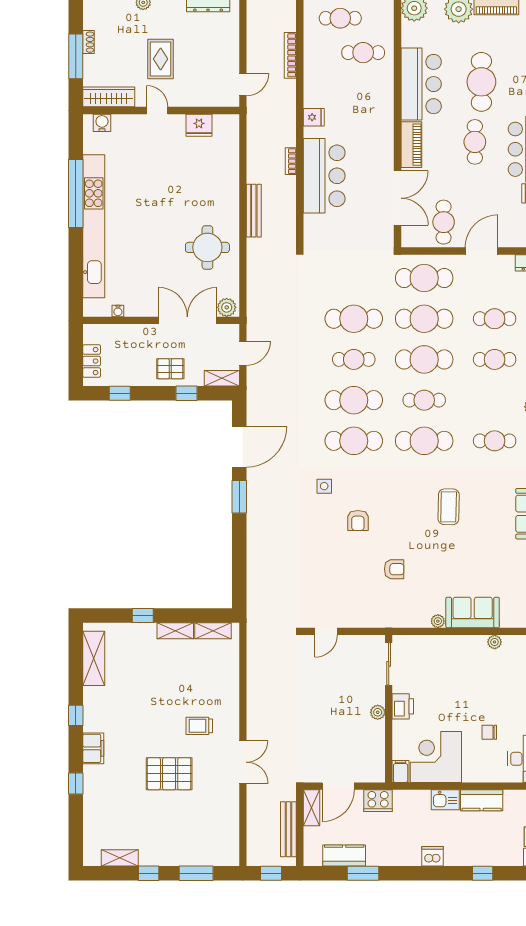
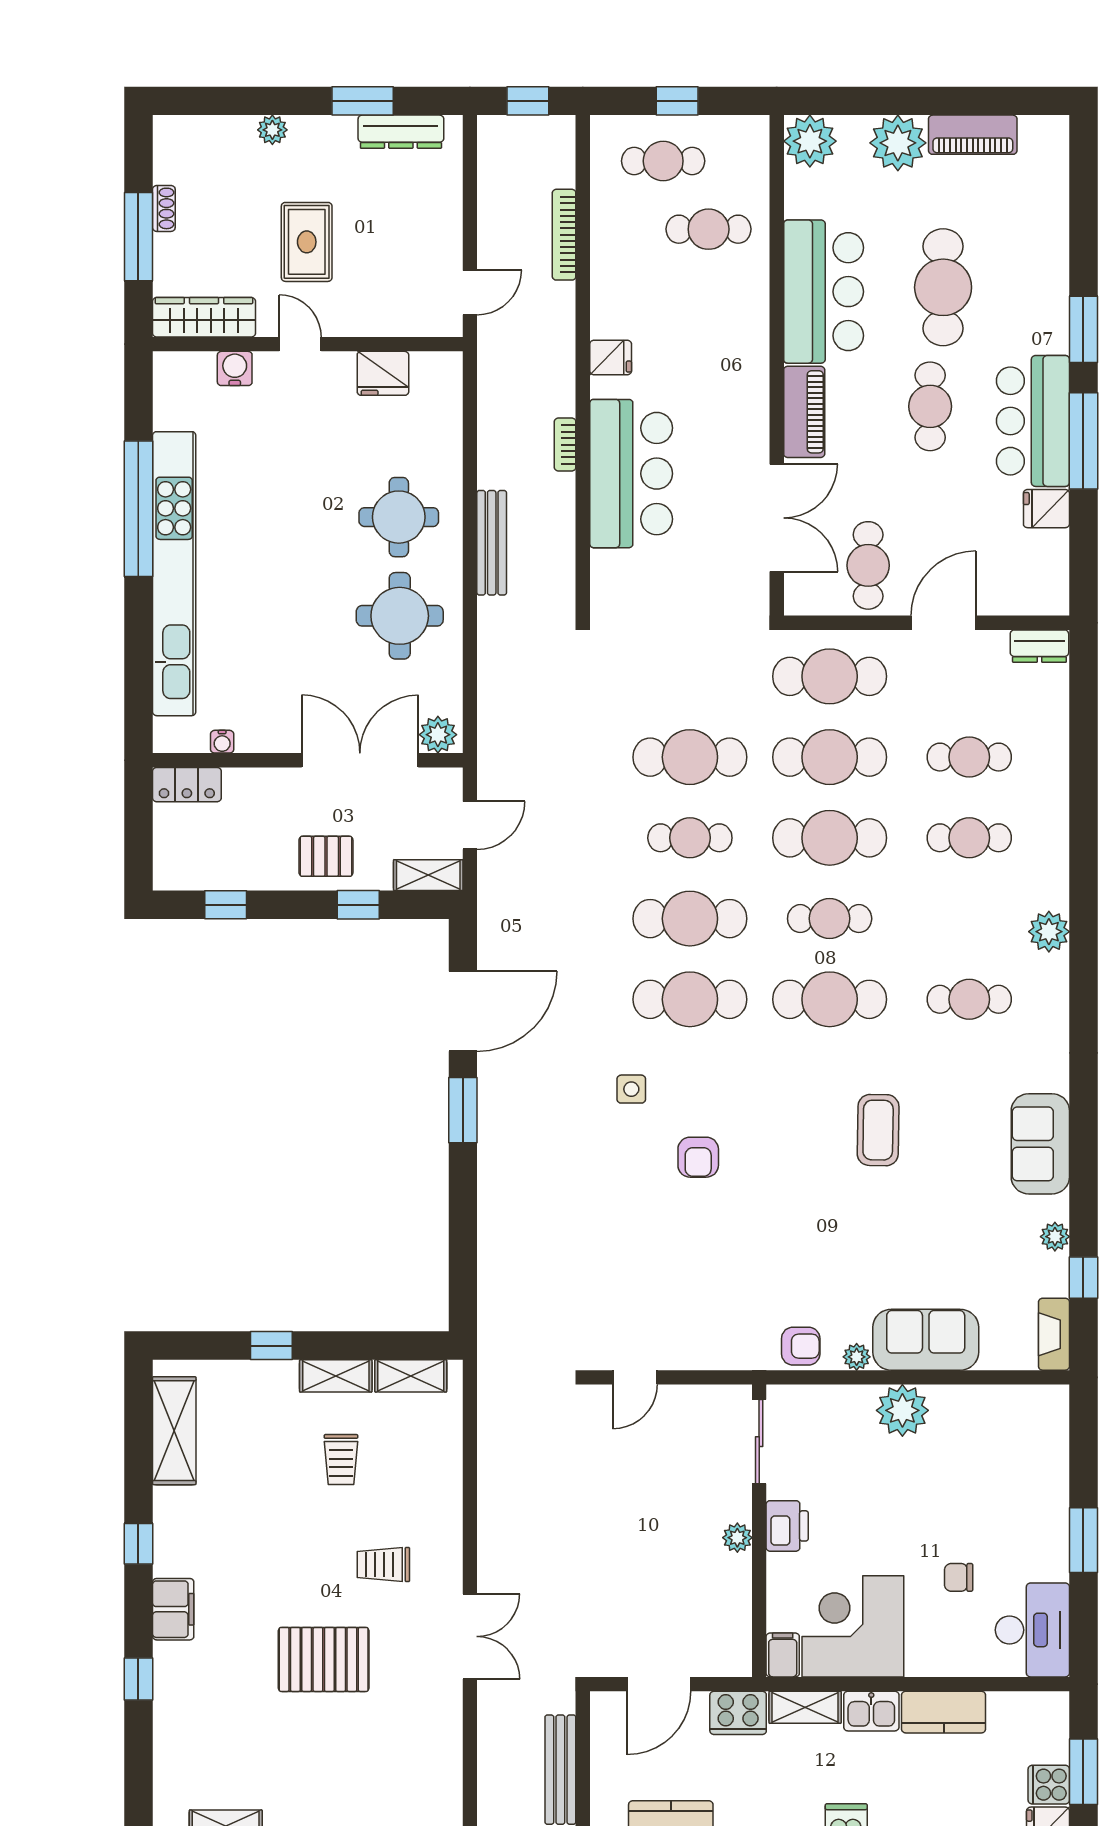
water cooler: (102, 123) -> (235, 368), moved
round table: (207, 198) -> (399, 517), added
locker: (92, 361) -> (187, 785), moved, turned 90
armchair: (394, 569) -> (801, 1346), moved
plant: (495, 642) -> (902, 1410), moved, width x1.88, depth x1.88
trolley: (178, 673) -> (341, 1460), added
shelving: (311, 808) -> (805, 1707), moved, turned 90

